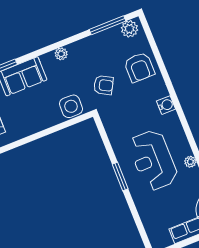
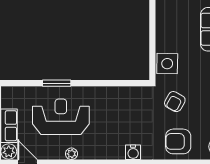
reception desk: (153, 160) -> (61, 117), moved
window: (120, 176) -> (57, 83), moved

